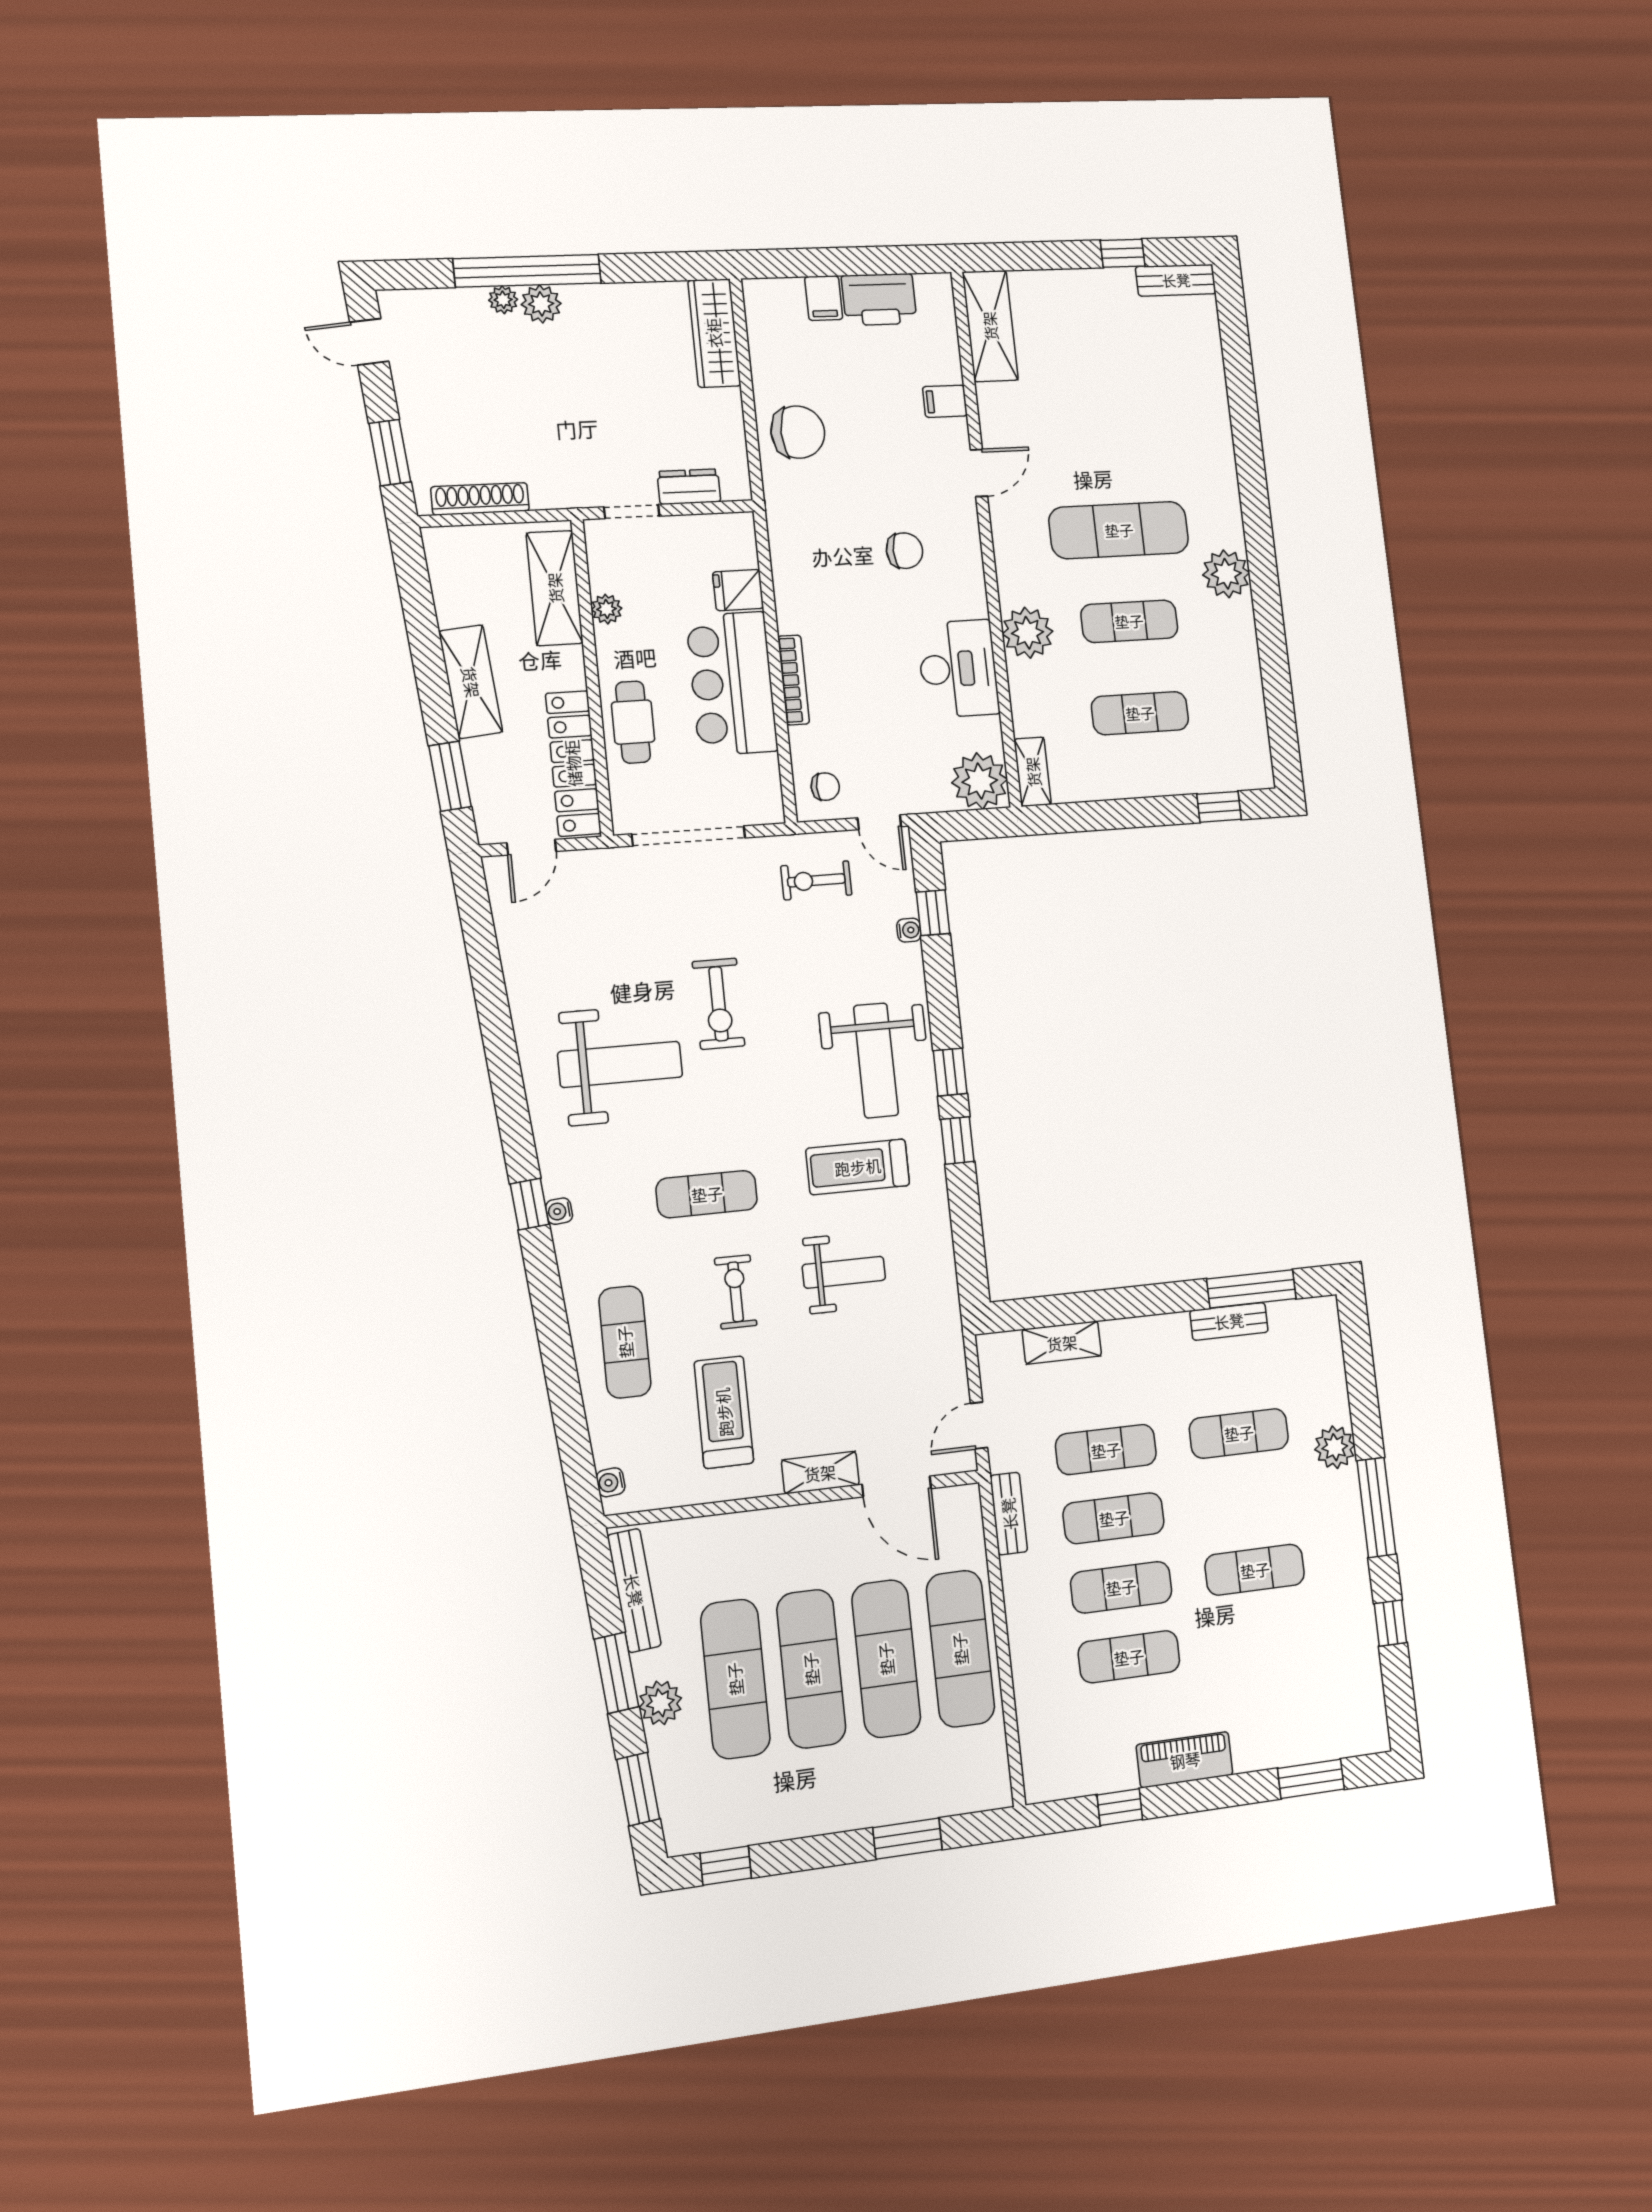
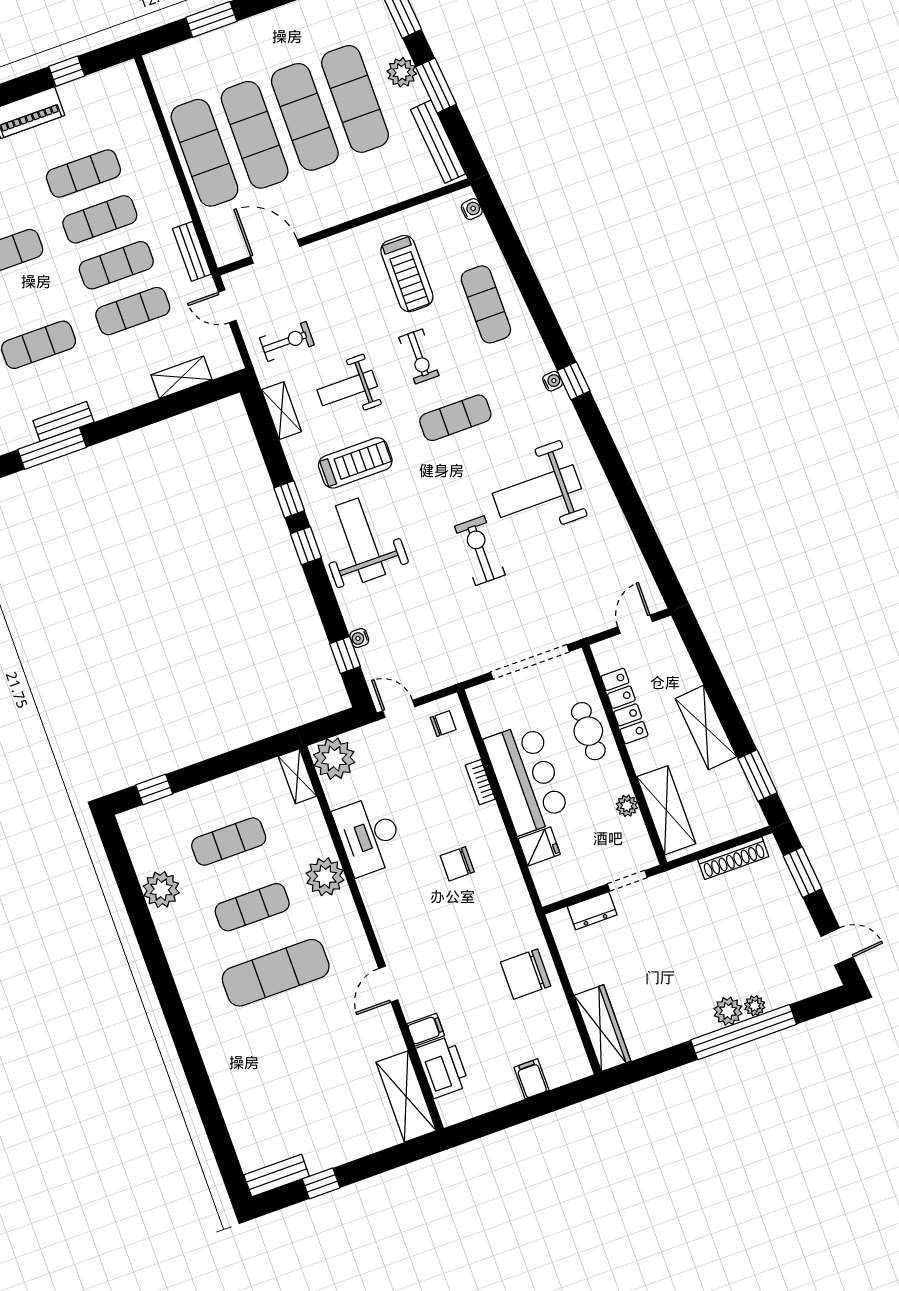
printer: (879, 300) -> (443, 1067), moved, turned 90
chair: (905, 551) -> (457, 864), moved
plant: (1226, 574) -> (161, 890), moved
bookcase: (794, 680) -> (480, 782), width x0.64
locker: (573, 763) -> (625, 706), width x0.71, depth x0.83
window: (450, 776) -> (757, 776), moved
chair: (825, 787) -> (443, 724), turned 180
exercise bike: (816, 880) -> (287, 341), moved
door: (979, 1426) -> (227, 306), swing flipped
shelving: (820, 1473) -> (282, 411), moved, turned 90

